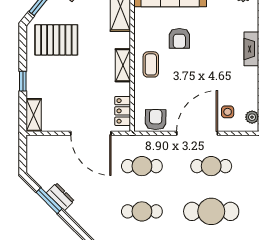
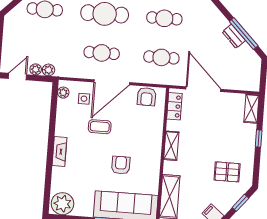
pallet: (56, 40) -> (227, 172), width x0.67, depth x0.71
coffee table: (151, 64) -> (100, 127), moved, turned 90
window: (49, 201) -> (244, 34), width x1.44

